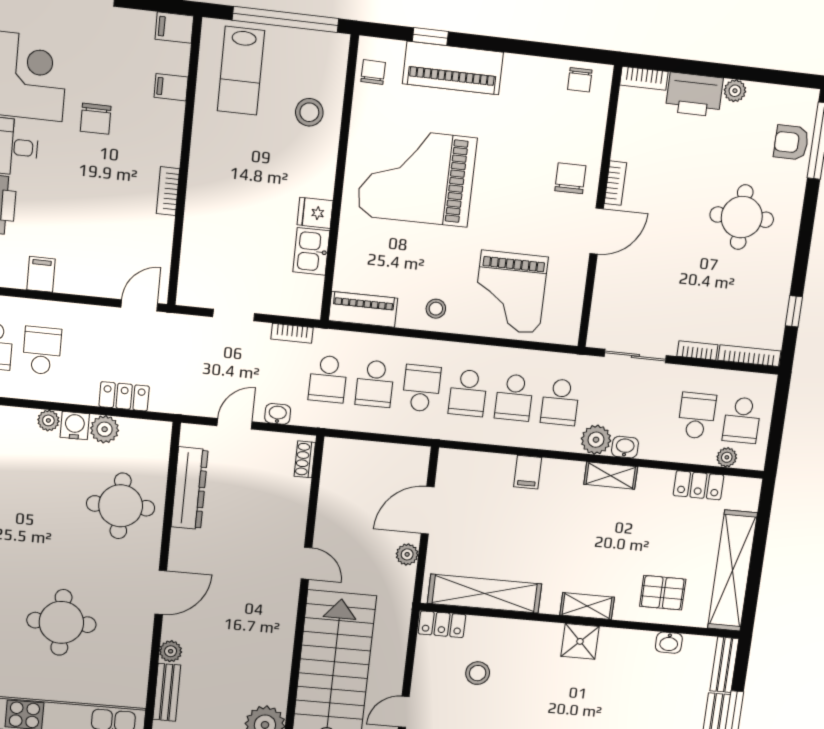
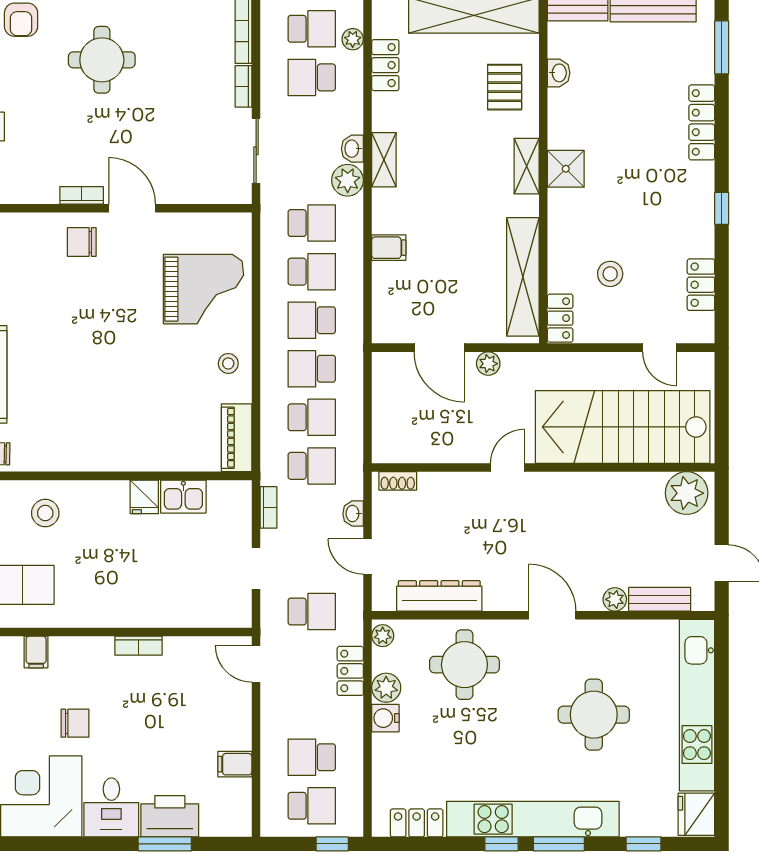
grand piano: (417, 177) -> (97, 398), removed
school desk: (186, 365) -> (312, 612), added
school desk: (468, 393) -> (312, 320), turned 180
plant: (48, 420) -> (383, 636), moved

